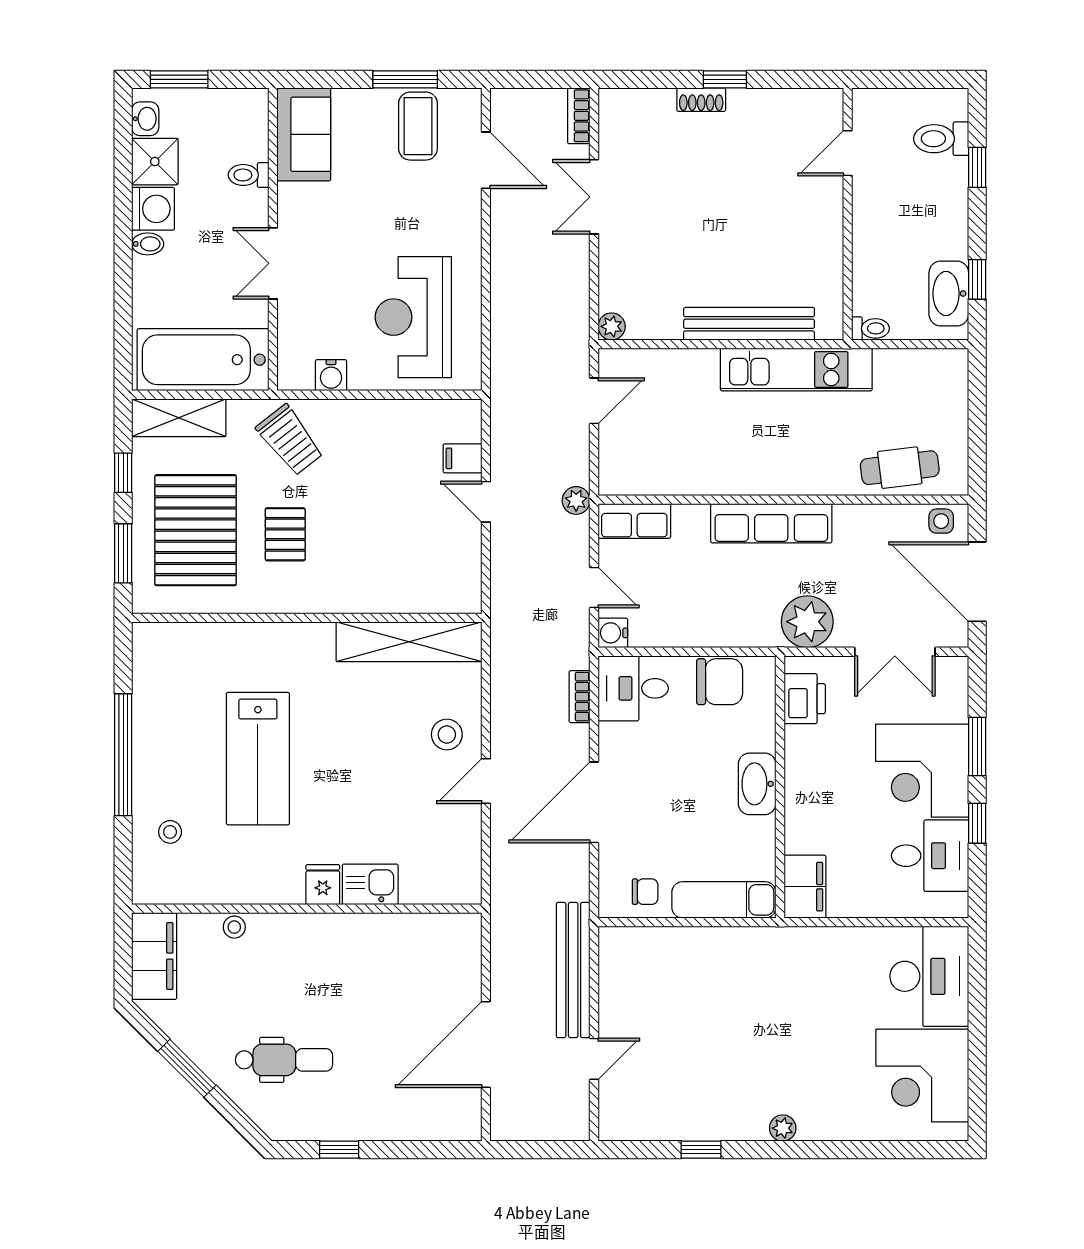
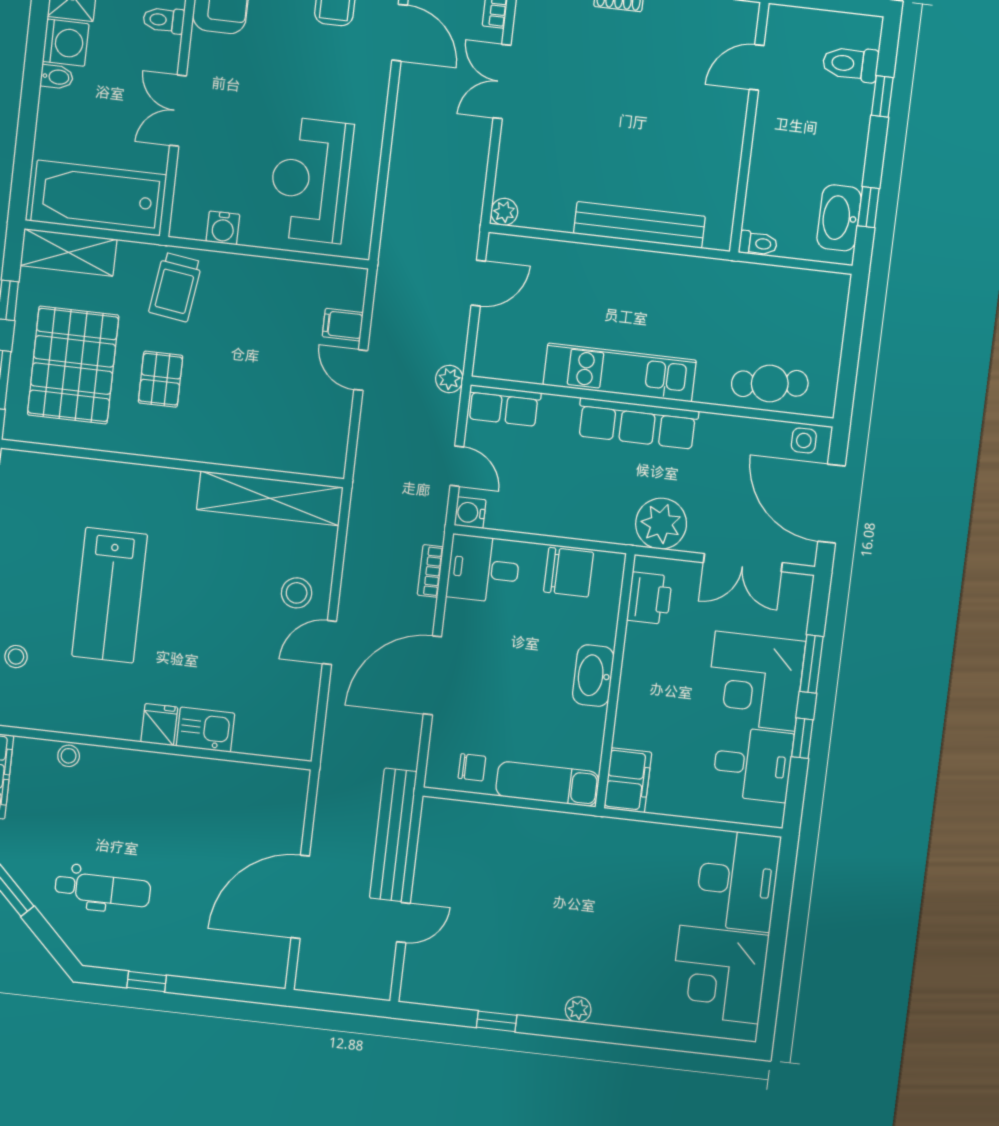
kitchen unit: (796, 369) -> (620, 373), moved, turned 180
trolley: (290, 440) -> (175, 287), turned 46

